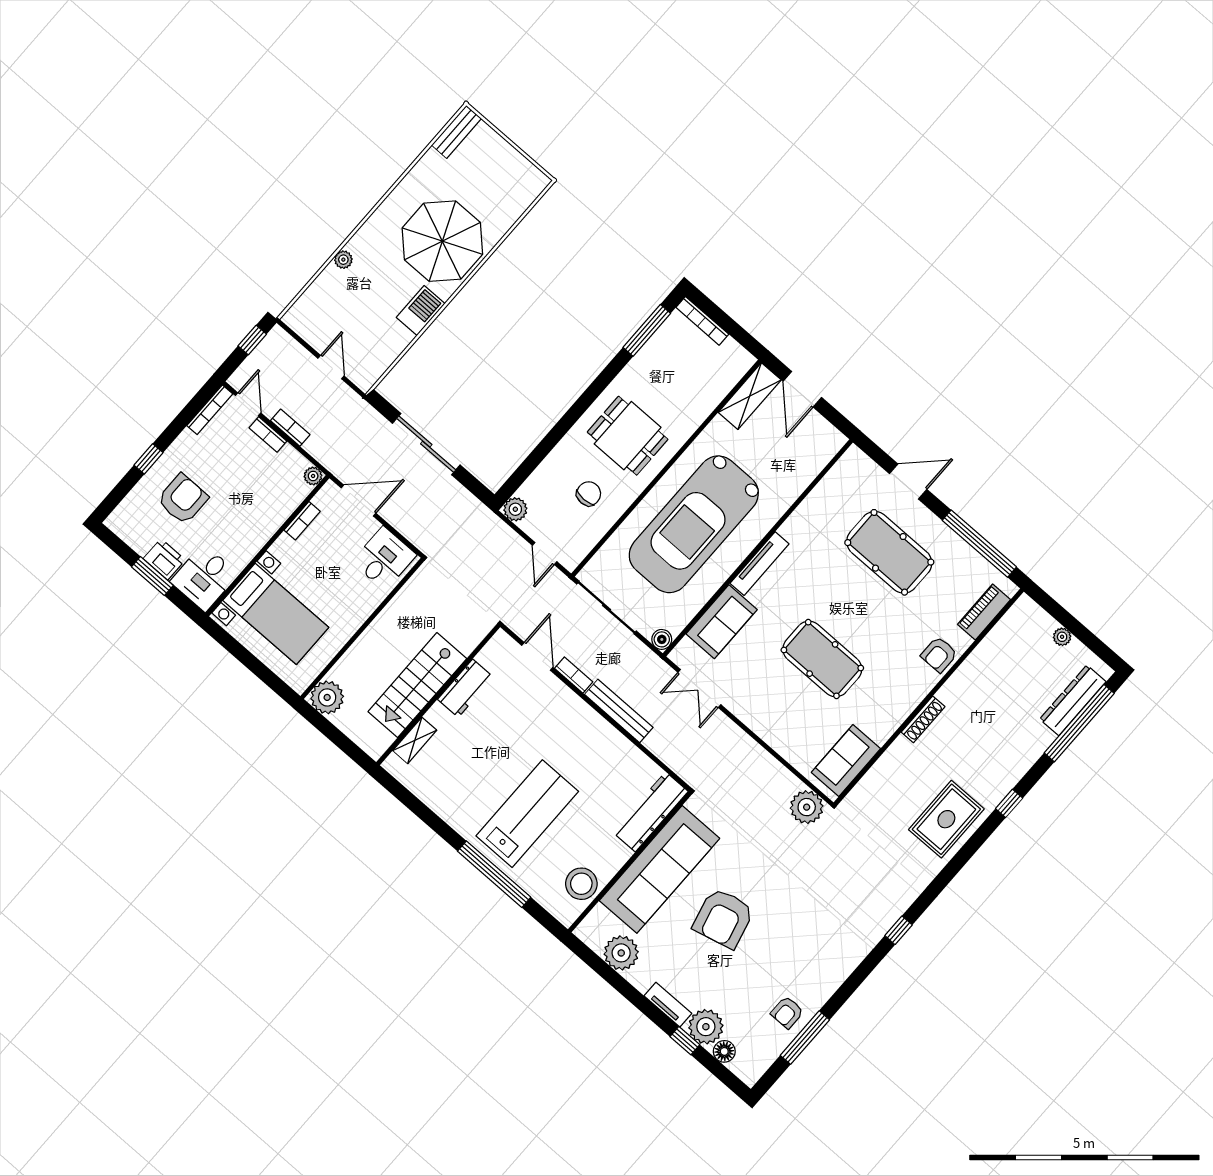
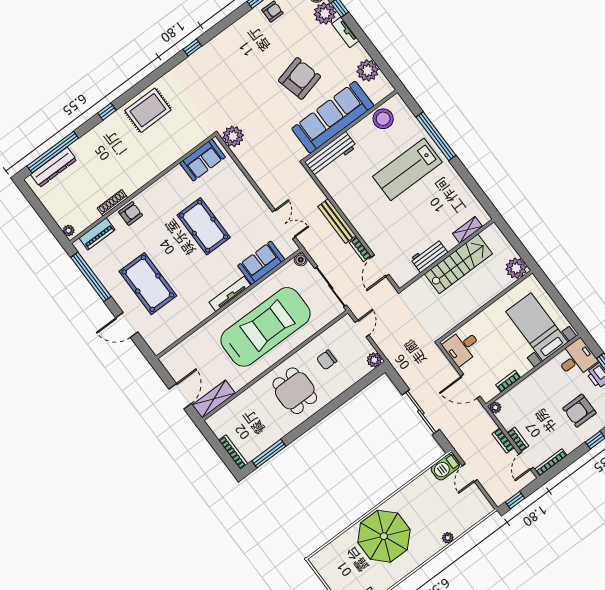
barbecue: (421, 311) -> (445, 467), moved
plant: (1062, 637) -> (69, 230), moved
shoe rack: (923, 719) -> (112, 203), moved

